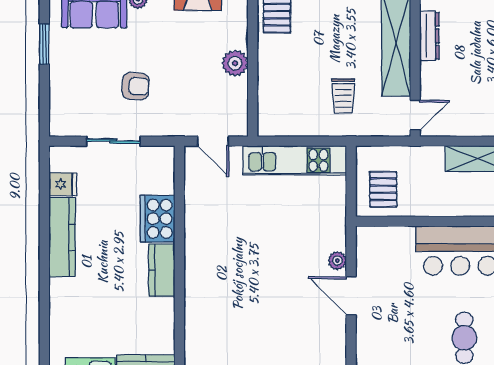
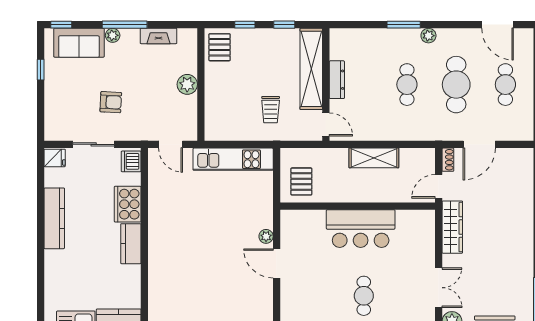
dresser: (429, 36) -> (337, 80), moved
window: (44, 44) -> (41, 70), width x0.67
door: (415, 115) -> (326, 124), hinge flipped
dishwasher: (162, 163) -> (131, 161), added
fridge: (63, 184) -> (55, 158), moved

